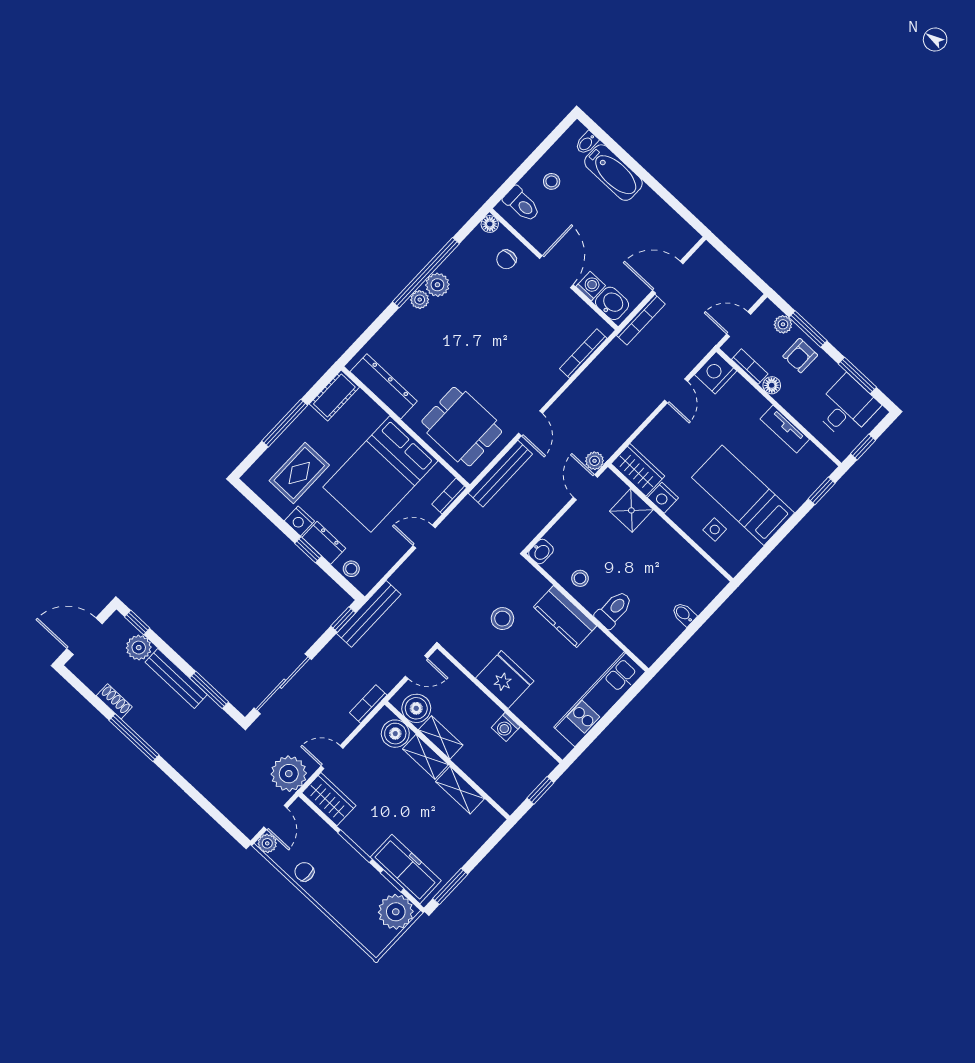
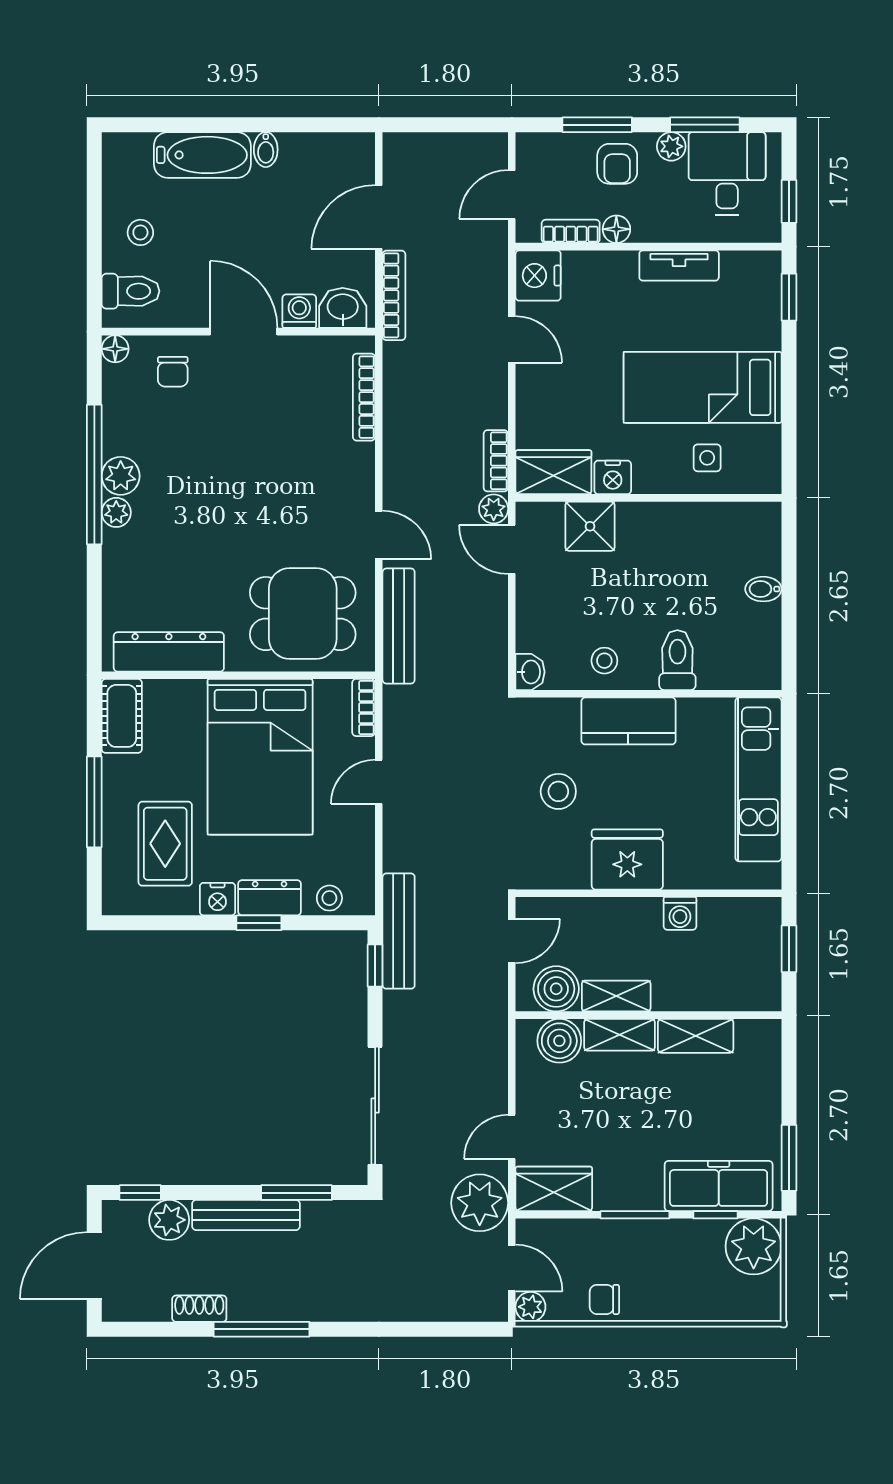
bidet: (587, 143) -> (266, 150), moved
plant: (783, 324) -> (671, 146), moved
bookcase: (368, 704) -> (496, 461), moved

